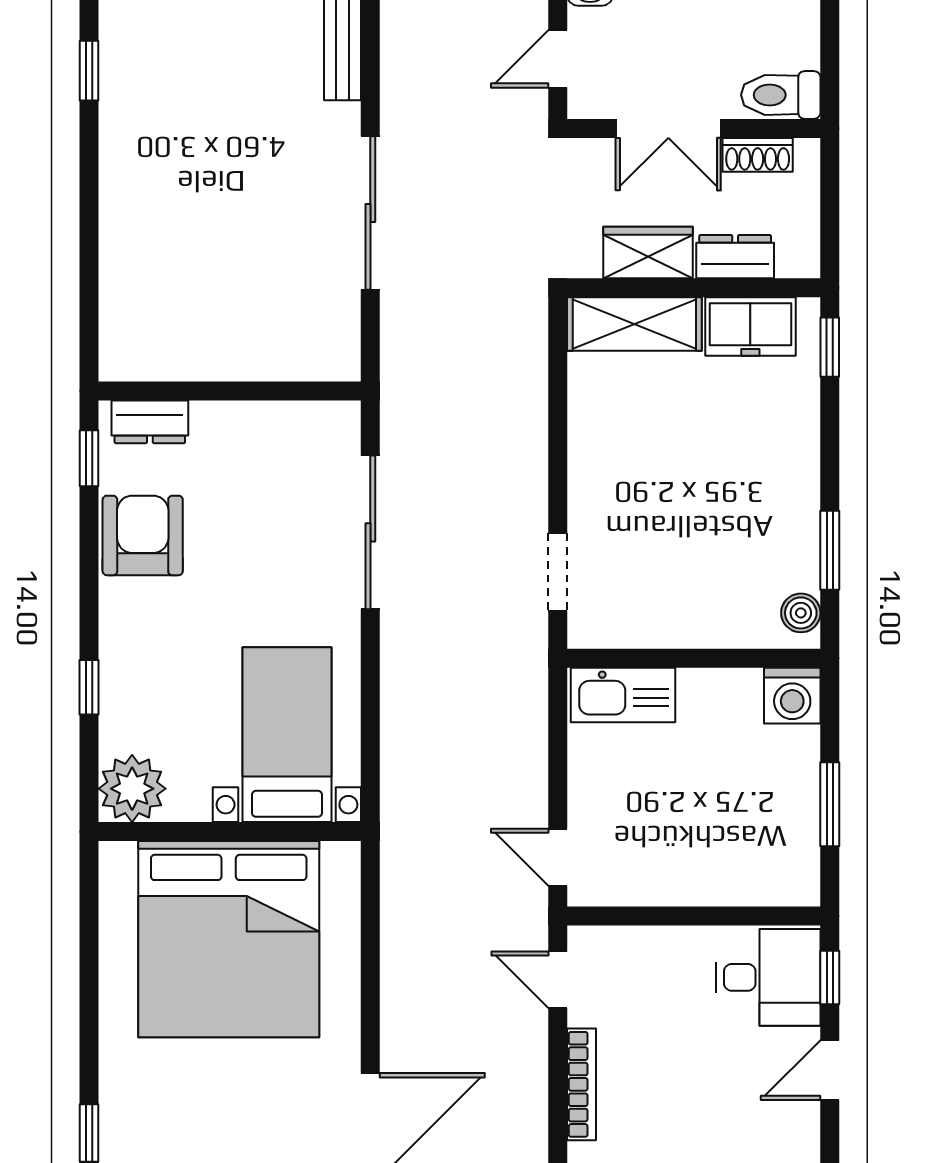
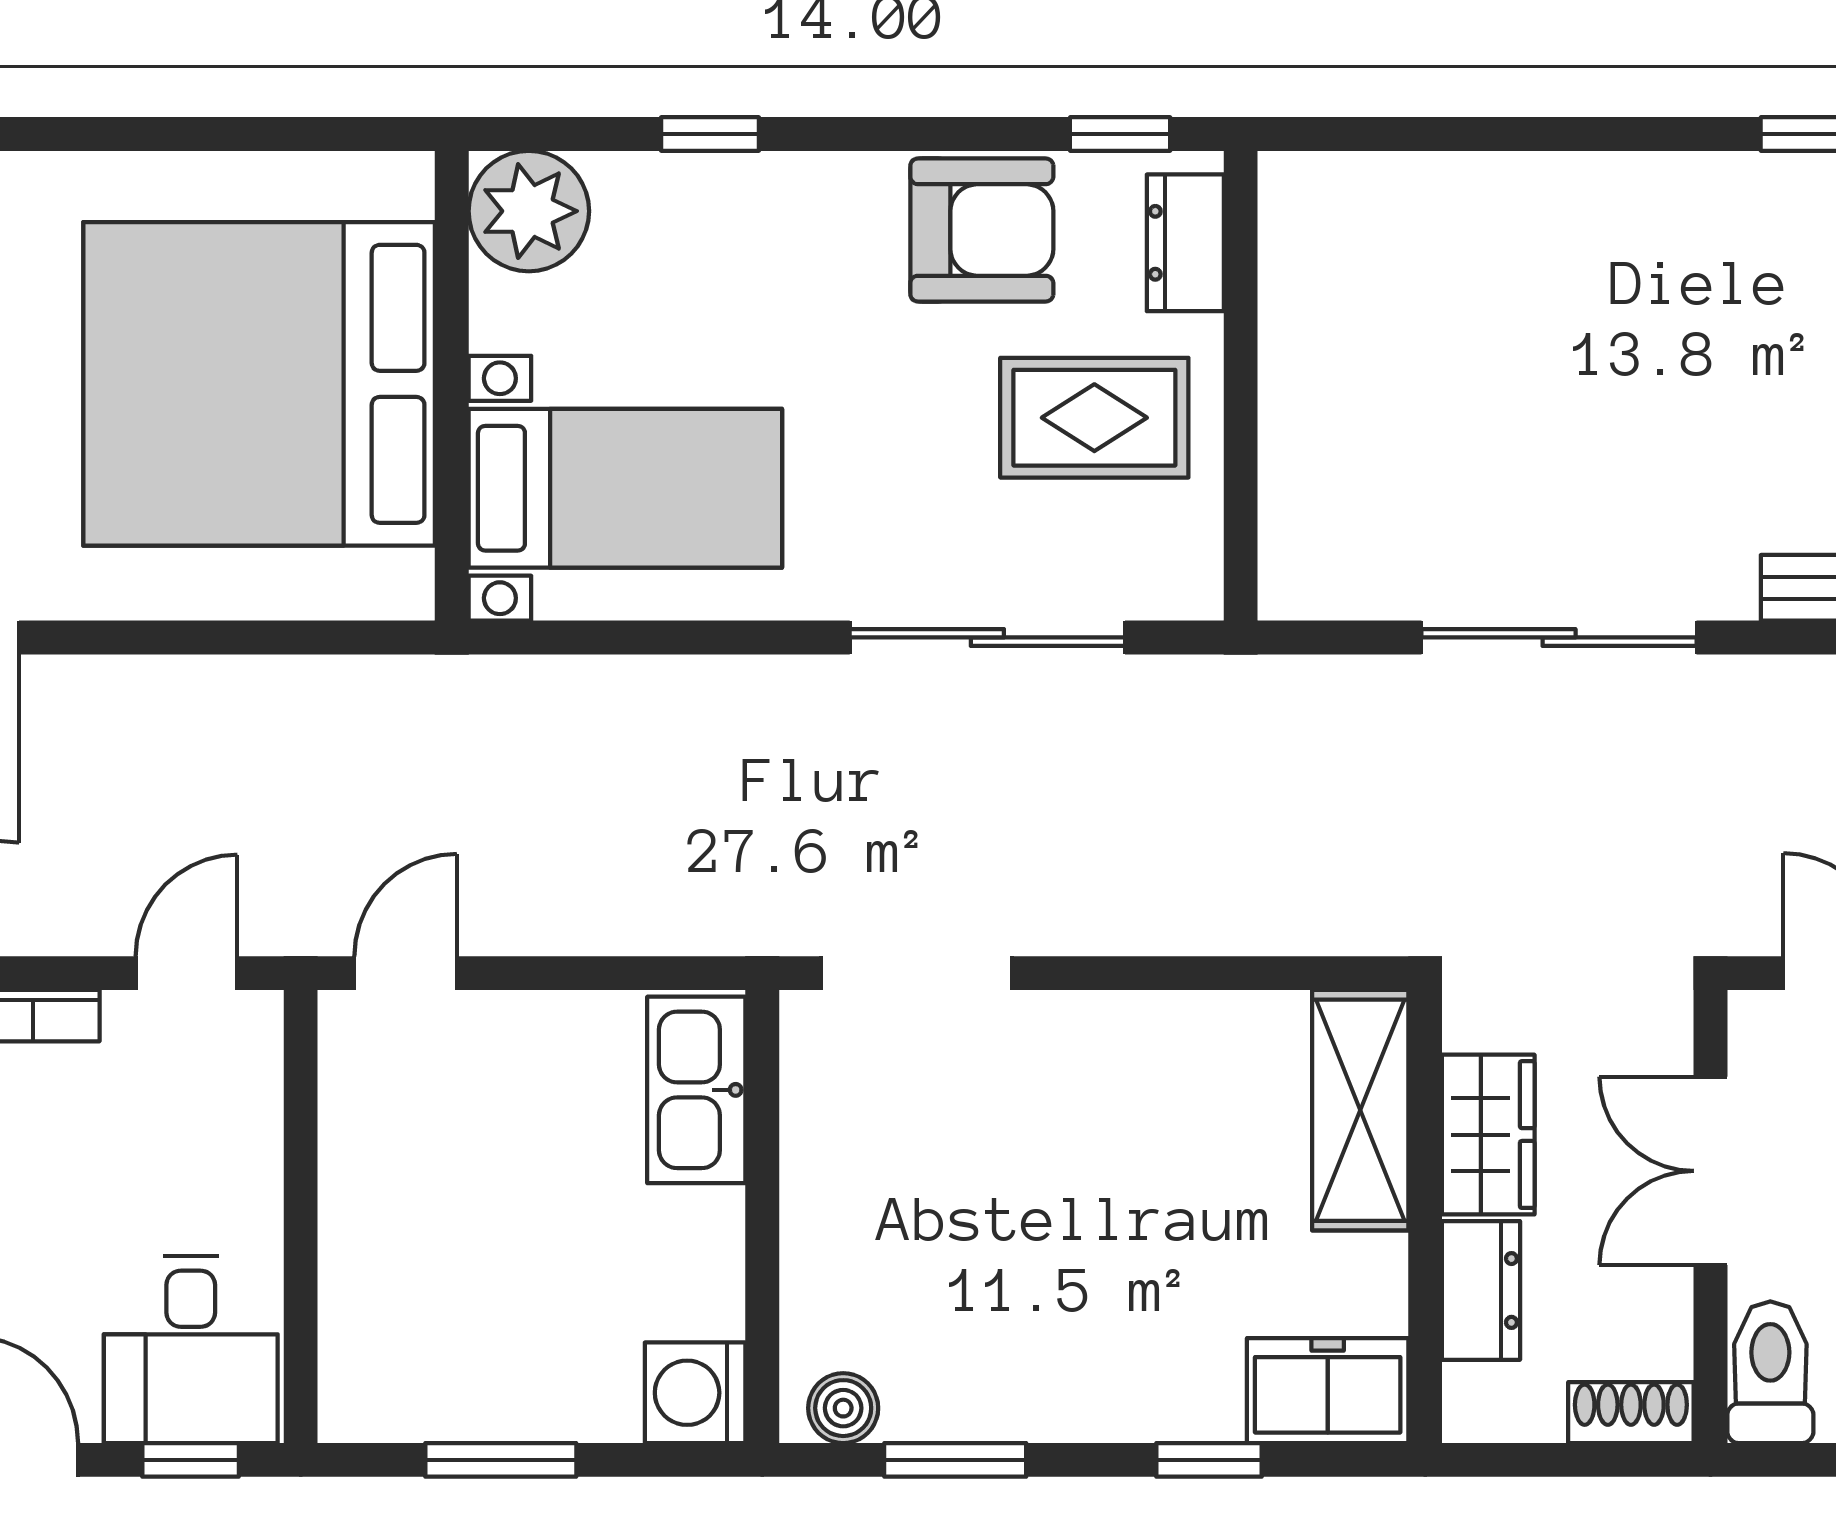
shoe rack: (758, 155) -> (1631, 1413), moved, turned 90
freezer: (750, 326) -> (1328, 1391), moved, turned 90
window: (830, 347) -> (1209, 1460), moved
rug: (248, 473) -> (1094, 418), added
doorway: (558, 572) -> (916, 973), width x1.38

